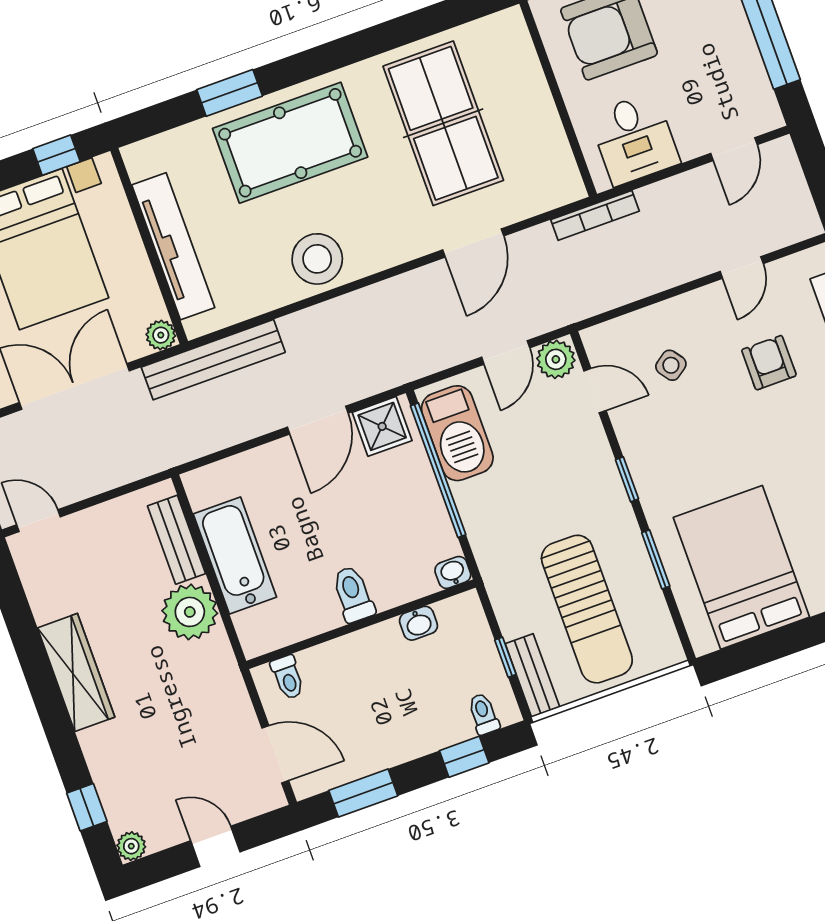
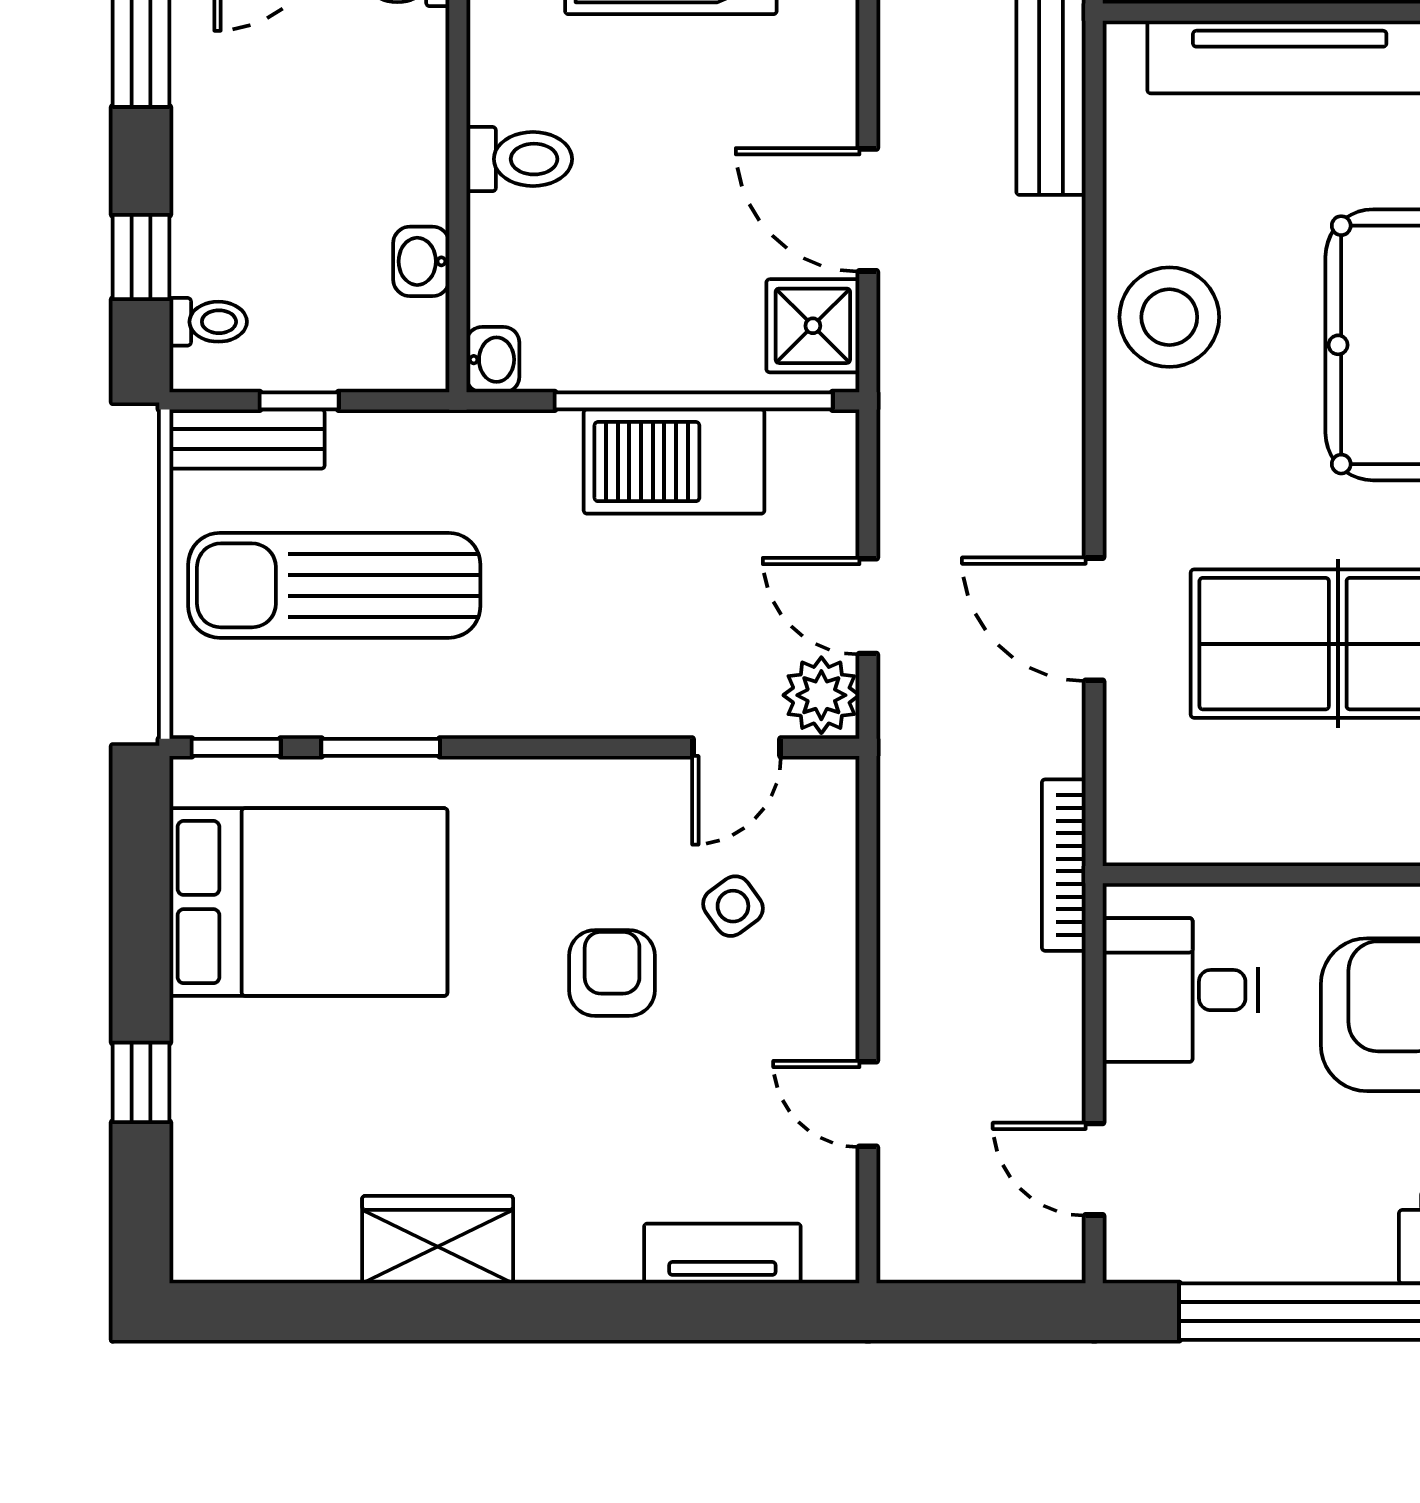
armchair: (769, 363) -> (612, 973), moved, turned -90
barbecue: (457, 433) -> (674, 462), moved
window: (627, 479) -> (236, 747), moved

